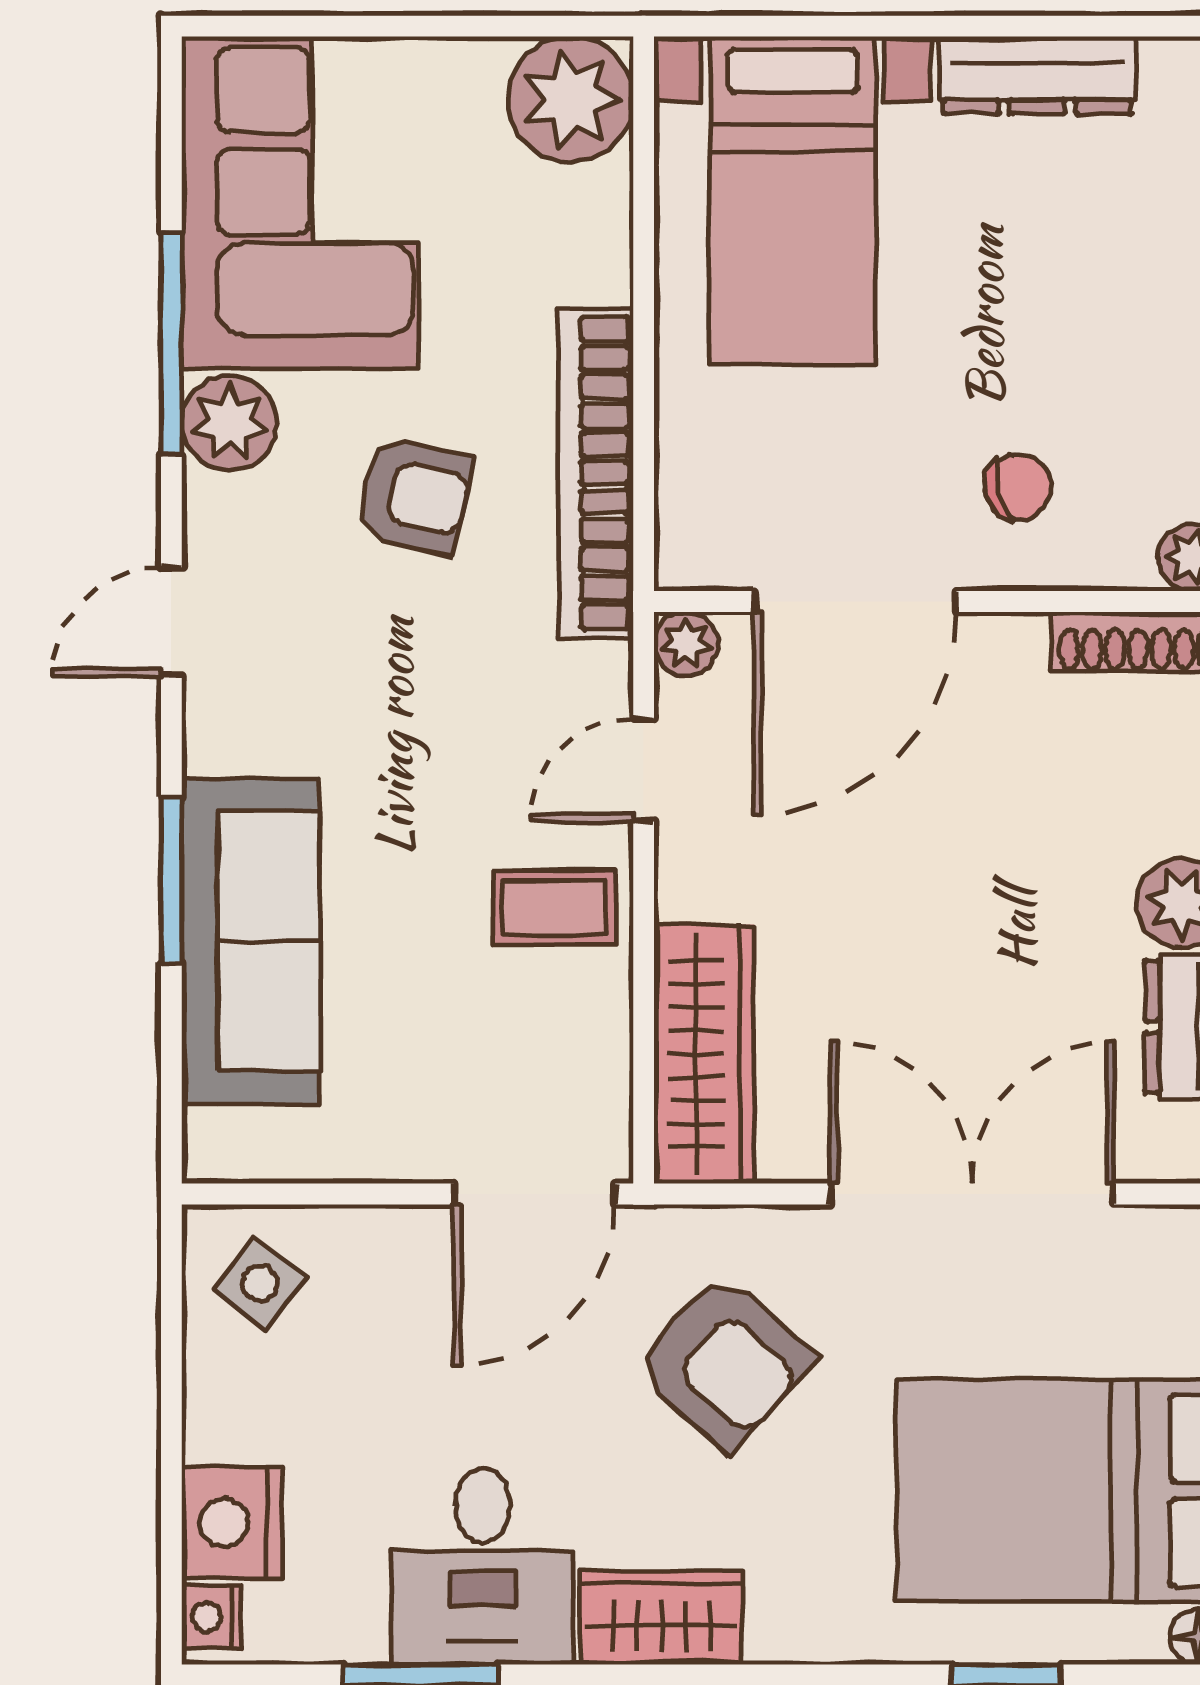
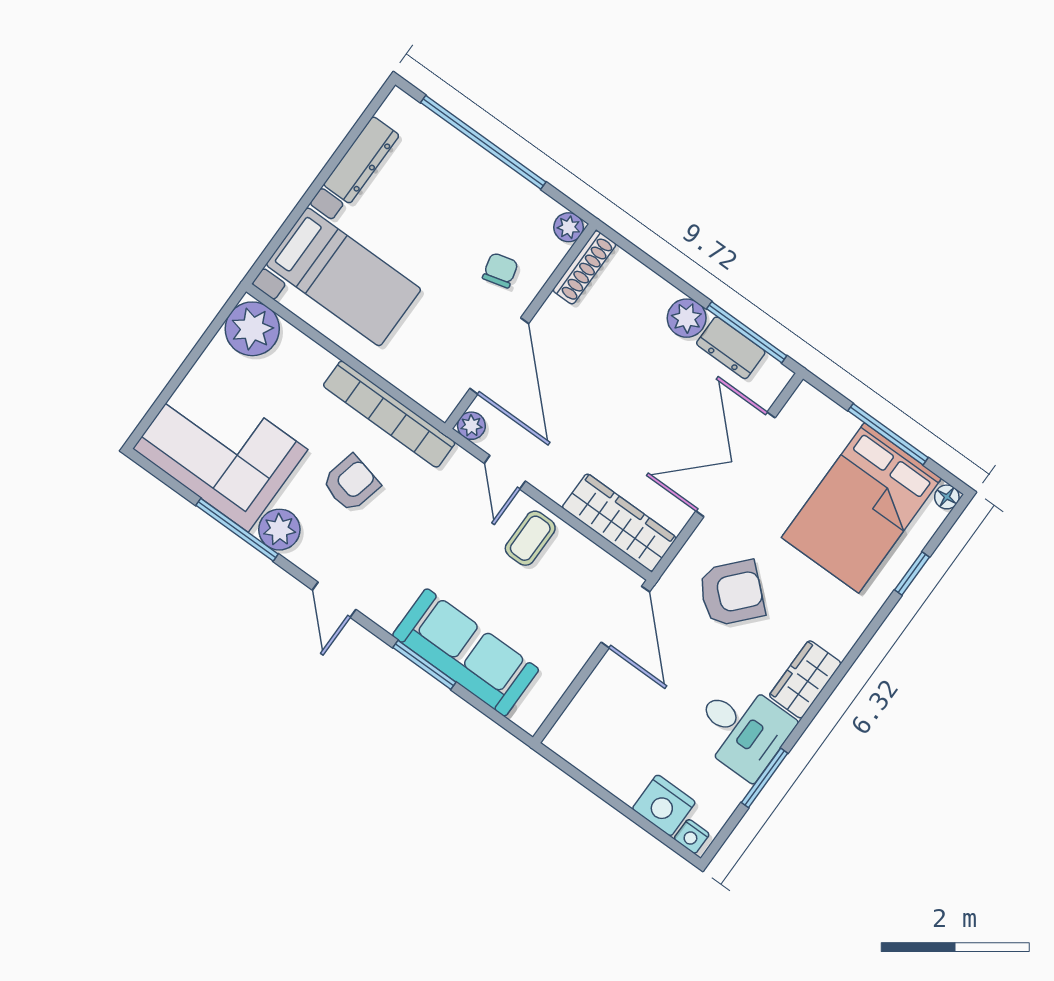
side table: (260, 1283) -> (587, 735), removed

